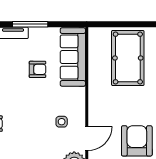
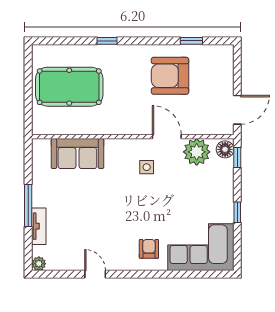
sofa: (73, 57) -> (77, 153), width x0.73
armchair: (37, 69) -> (83, 196), removed

